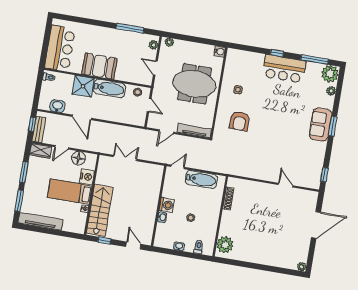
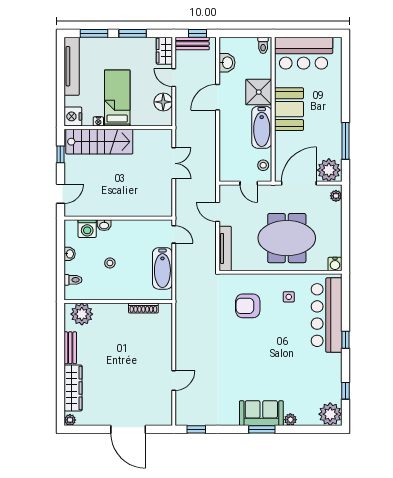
plant: (153, 45) -> (329, 170), width x1.88, depth x1.88
window: (315, 60) -> (345, 391), width x0.46
door: (155, 68) -> (299, 183), width x1.88
bar counter: (284, 69) -> (327, 315), moved, width x1.36
meeting table: (194, 84) -> (287, 238), turned 90
plant: (331, 91) -> (290, 420), moved
door: (149, 105) -> (249, 183), hinge flipped
nightstand: (87, 177) -> (73, 116), moved, turned 90
washing machine: (167, 205) -> (87, 229), moved
bench: (248, 257) -> (70, 348), added
wardrobe: (278, 260) -> (73, 388), added

